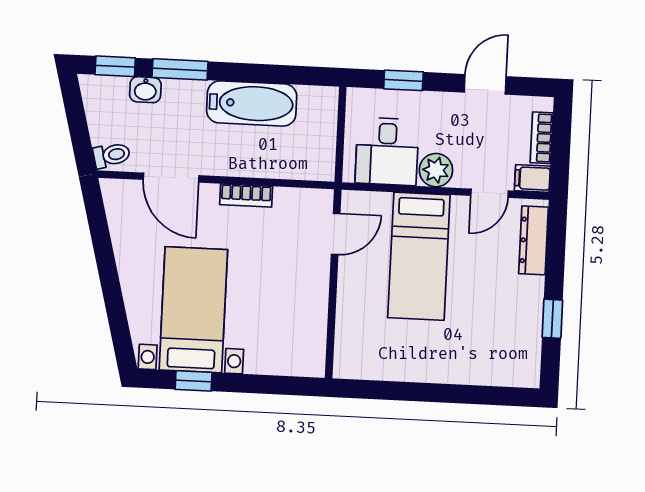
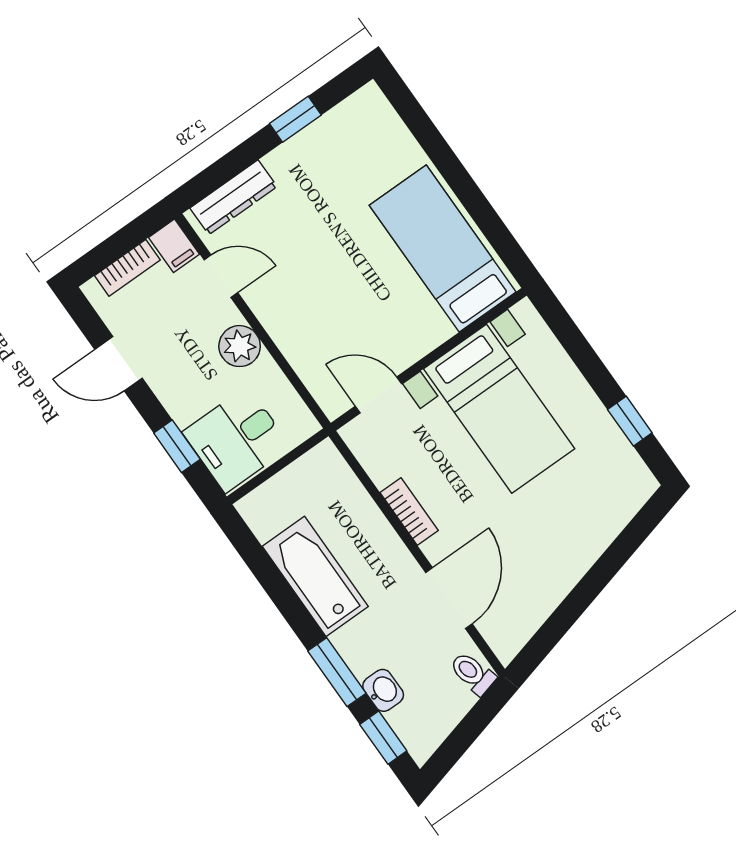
desk: (387, 151) -> (236, 440), moved, turned 180
bed: (419, 256) -> (443, 249), moved, turned -90
bed with nightstands: (193, 310) -> (499, 409), moved, turned -90

